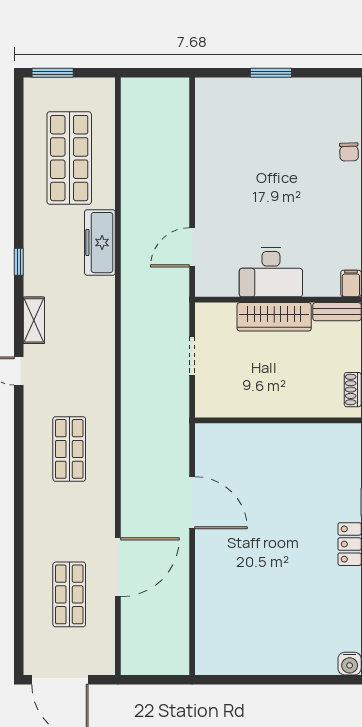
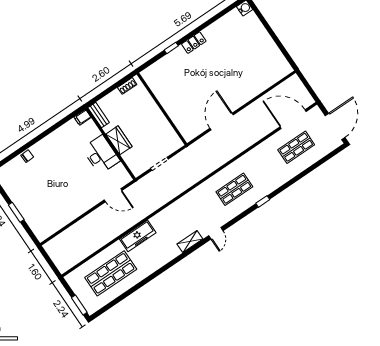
window: (19, 262) -> (263, 201), moved
wardrobe: (274, 317) -> (119, 140), width x0.67
door: (118, 567) -> (293, 119), moved

